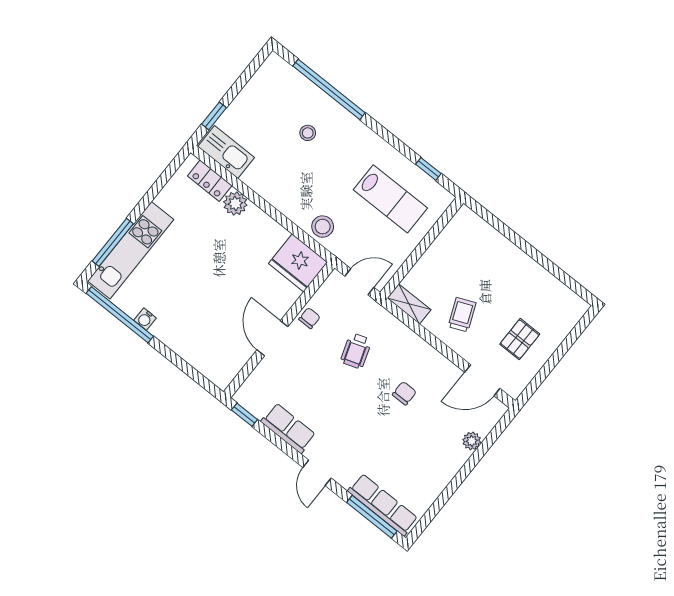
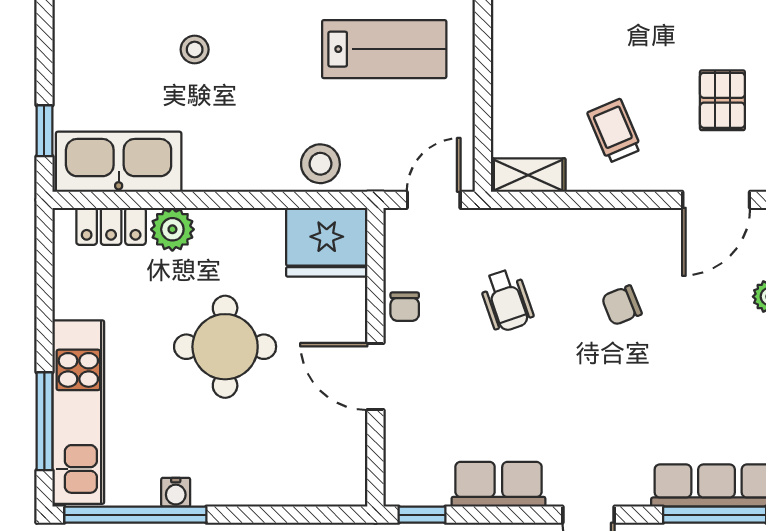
kitchen sink: (226, 152) -> (119, 162), width x1.36, depth x1.24
round table: (217, 273) -> (225, 347), added
chair: (309, 318) -> (405, 307), turned 180
chair: (404, 393) -> (622, 305), turned -112

